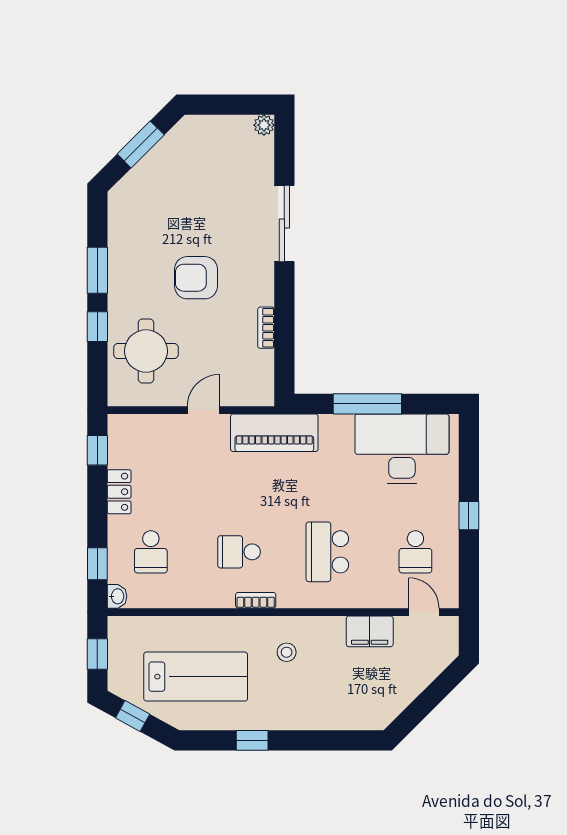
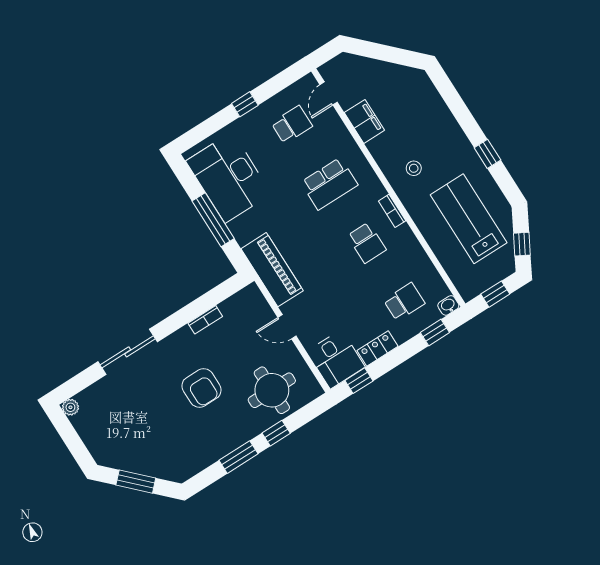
desk: (136, 440) -> (336, 359), added

